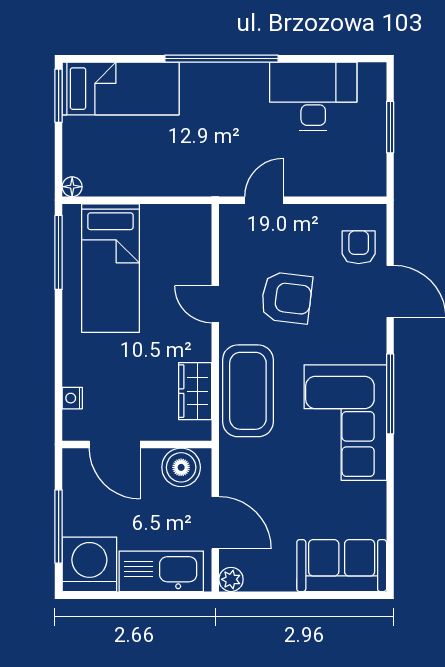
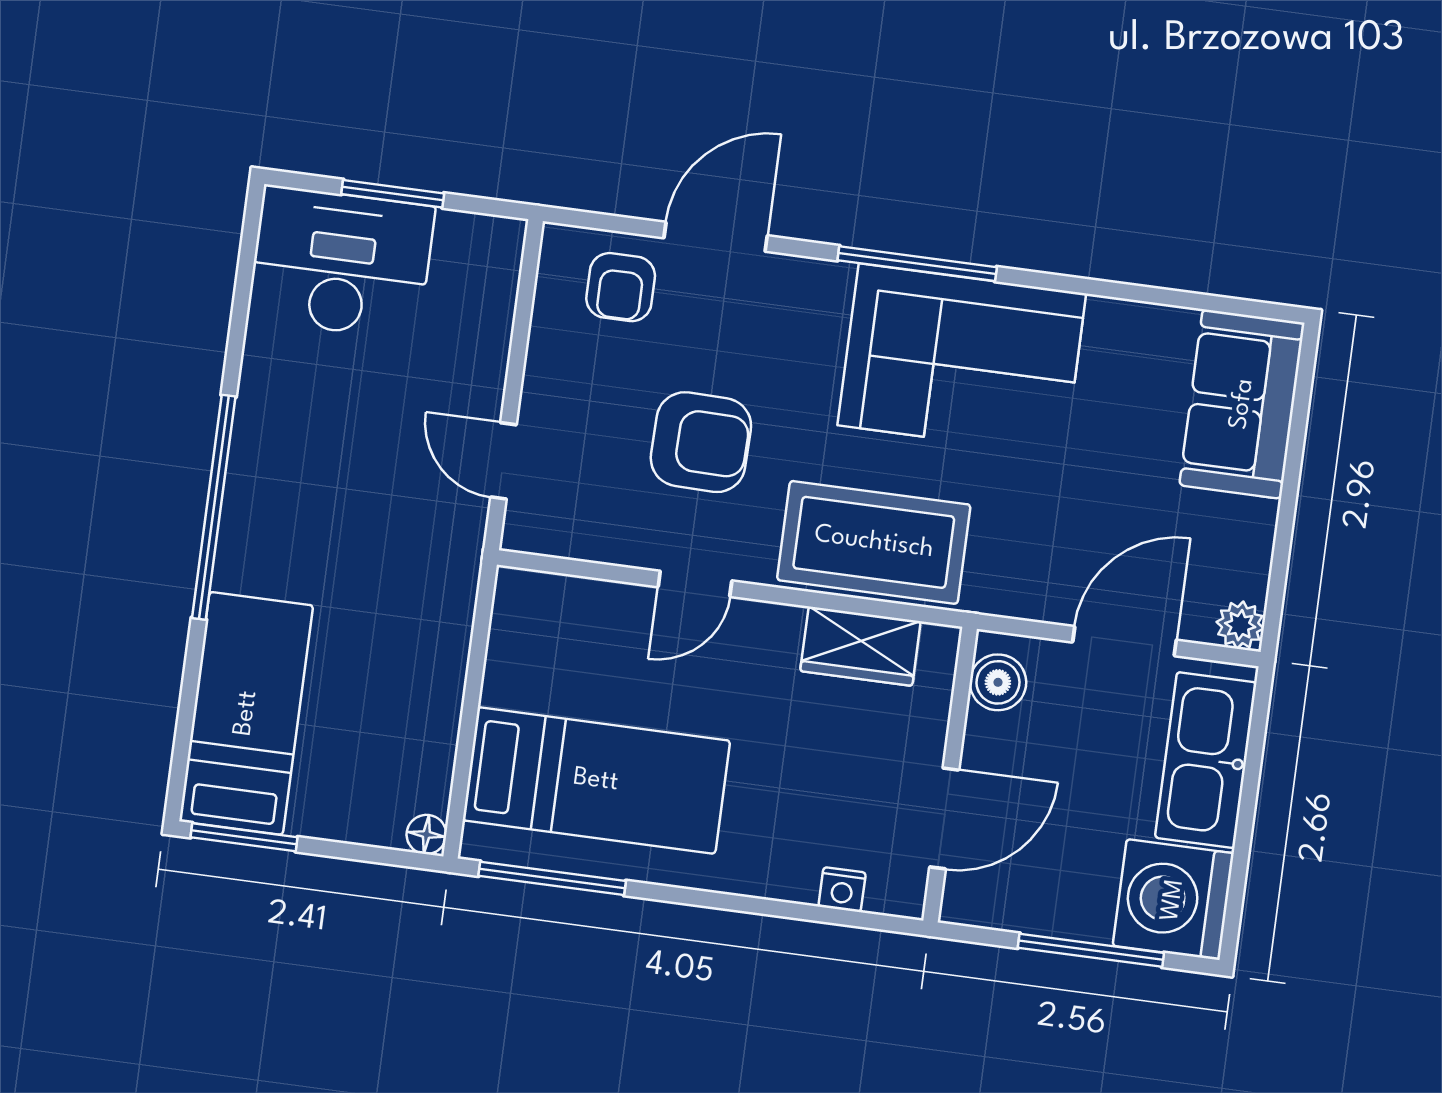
desk: (313, 97) -> (341, 263), moved, turned 90
armchair: (359, 247) -> (621, 287), turned -90
armchair: (287, 298) -> (701, 442), turned 84
boiler: (181, 467) -> (998, 682), width x0.73, depth x0.73

